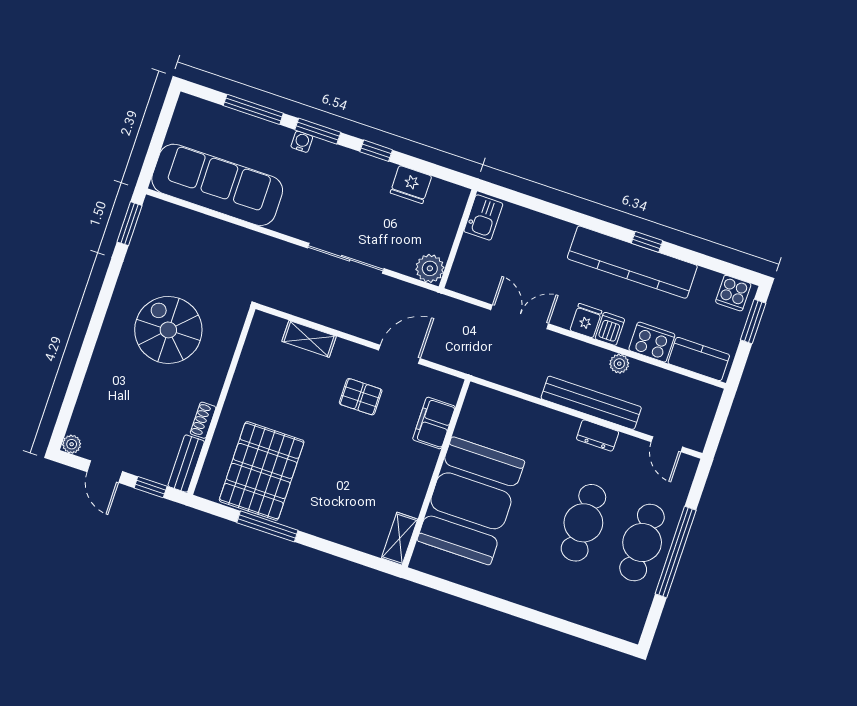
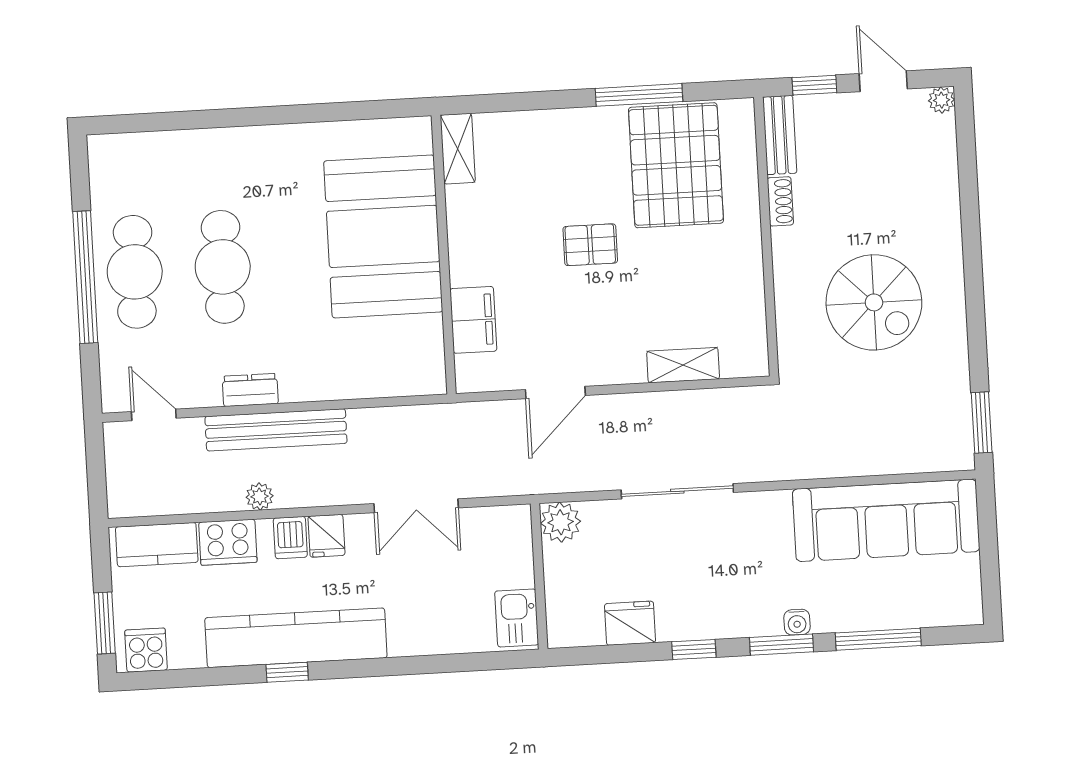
pallet: (361, 397) -> (590, 245), moved

